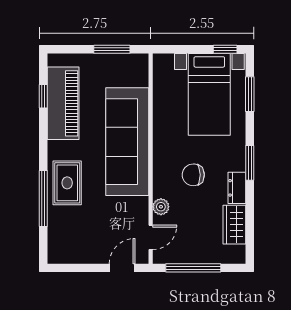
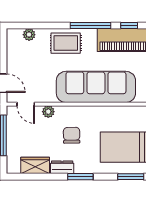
window: (43, 199) -> (91, 25), moved
plant: (56, 233) -> (29, 35), added

